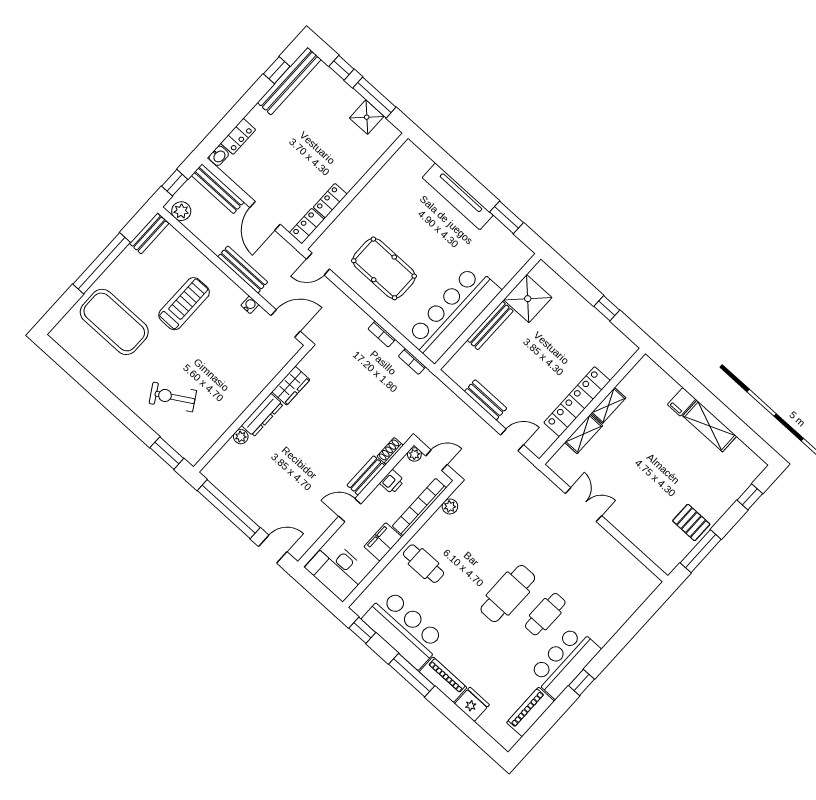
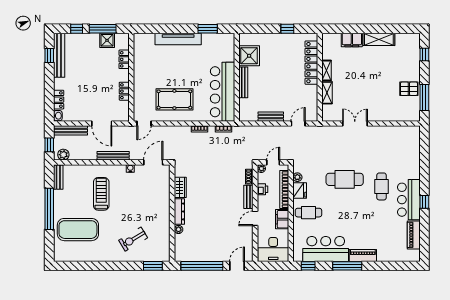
locker: (307, 226) -> (124, 59), moved
locker: (577, 402) -> (311, 63), moved
filing cabinet: (682, 402) -> (352, 40), width x2.00
cafe table: (508, 594) -> (345, 179), moved, turned 90
fridge: (472, 704) -> (300, 190), moved, turned 90

